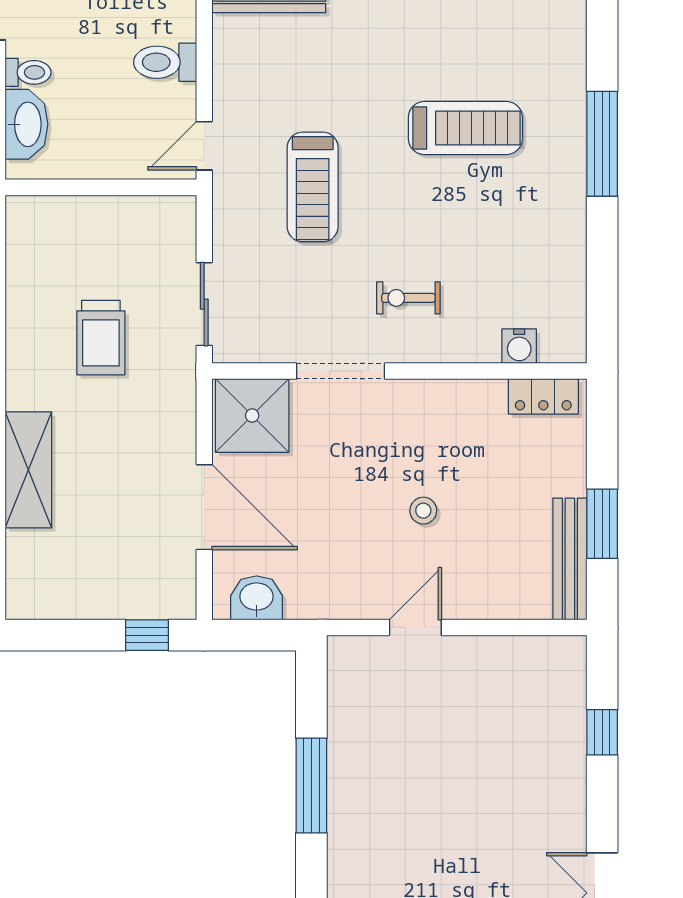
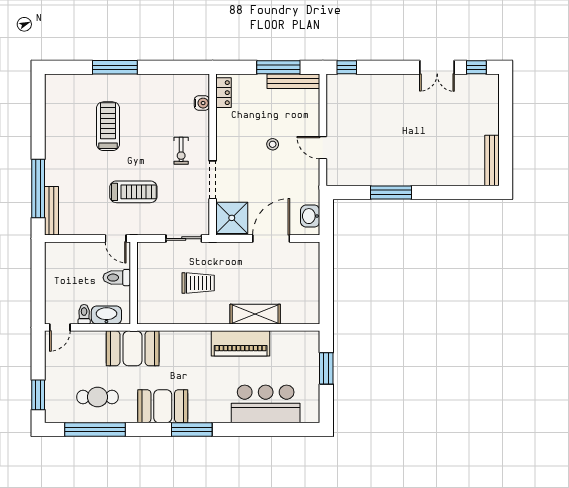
toilet: (165, 62) -> (117, 278), moved, turned 90
window: (602, 524) -> (278, 67), width x1.44
window: (147, 635) -> (326, 263), removed
window: (602, 732) -> (347, 67), moved

